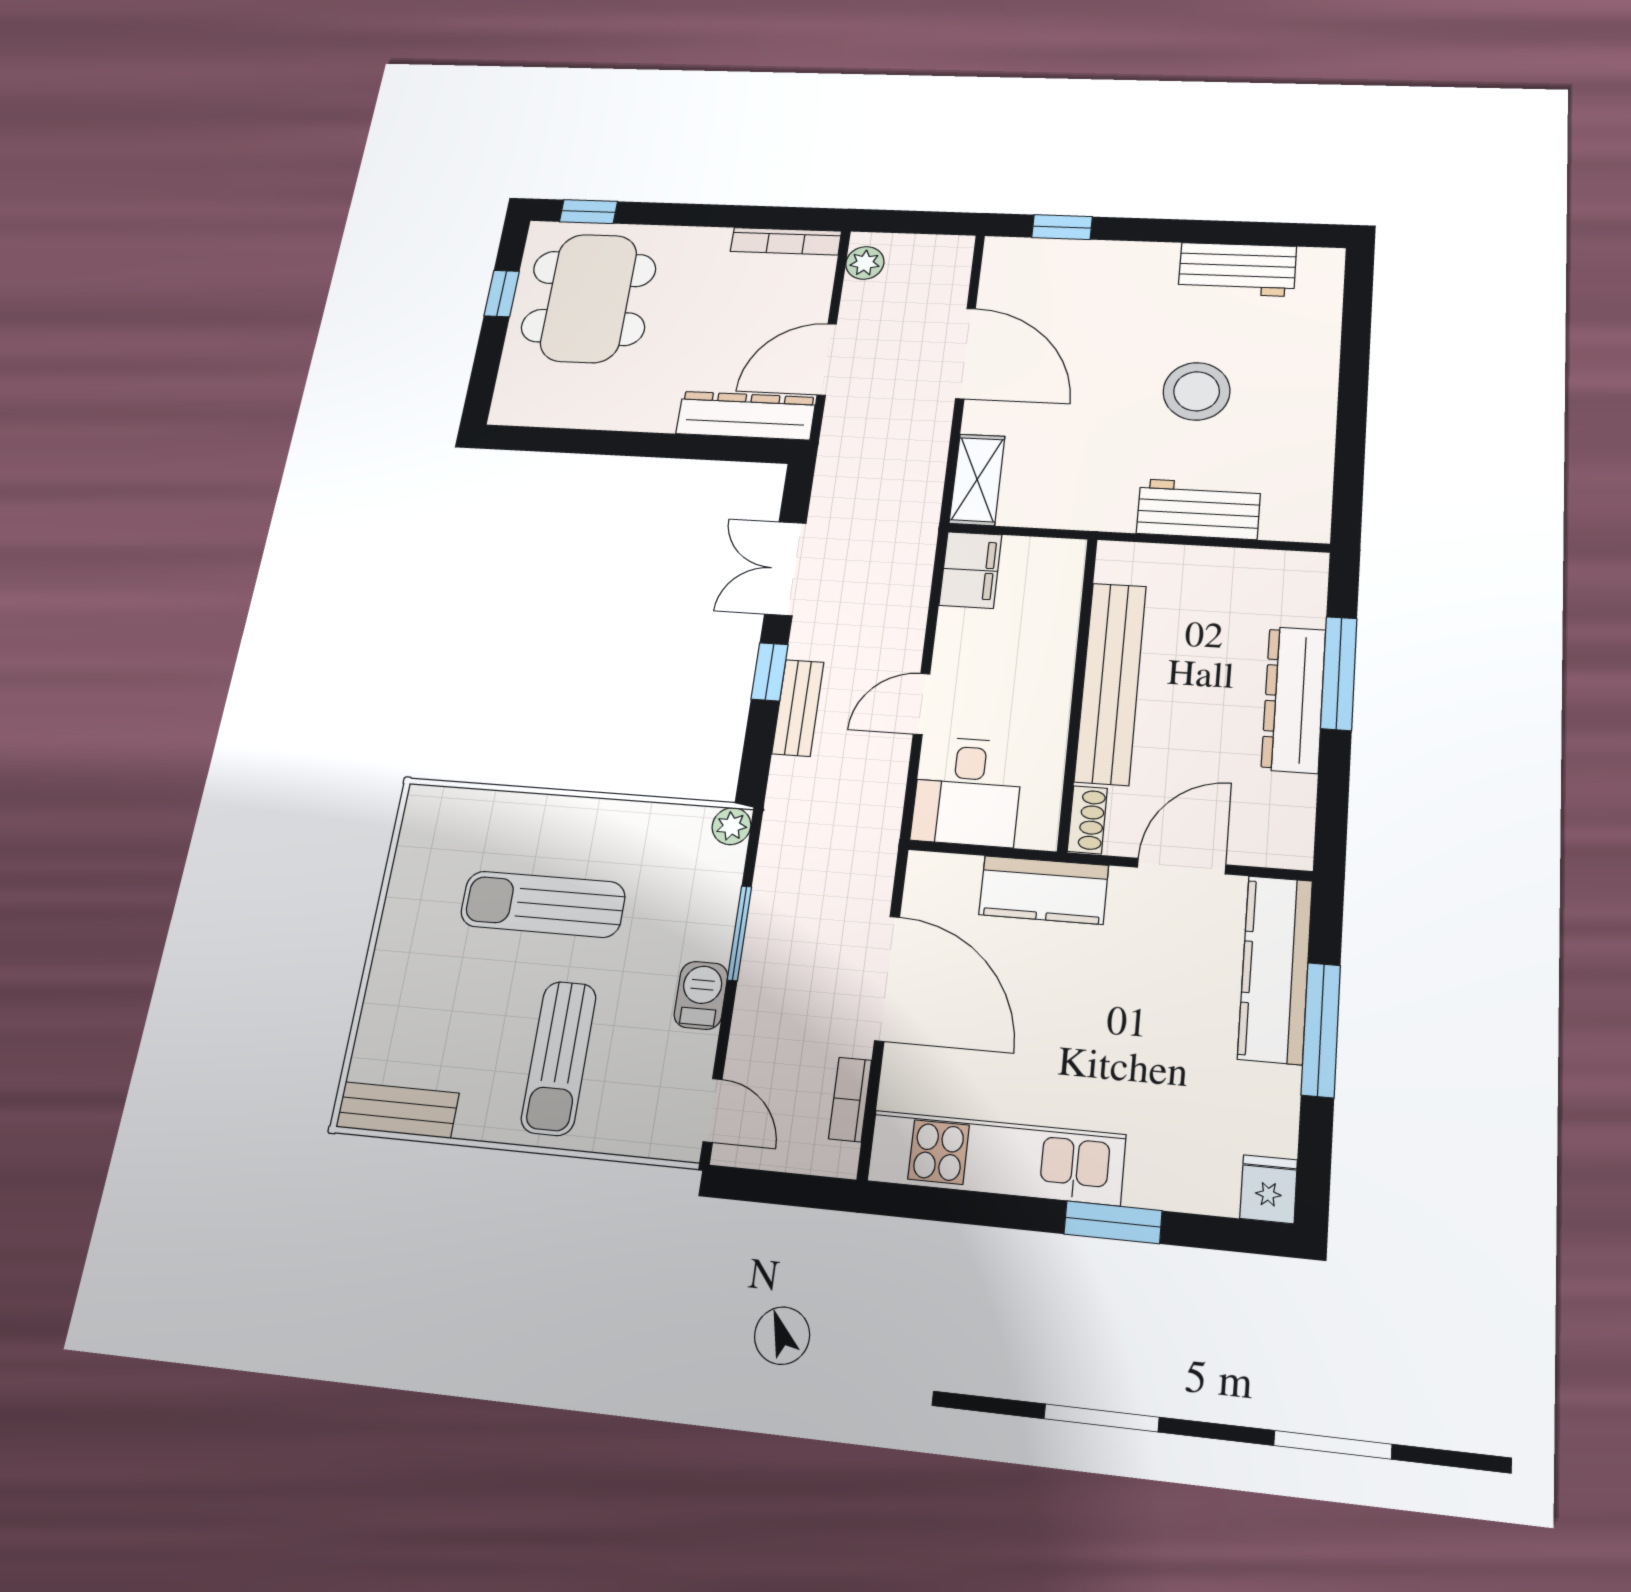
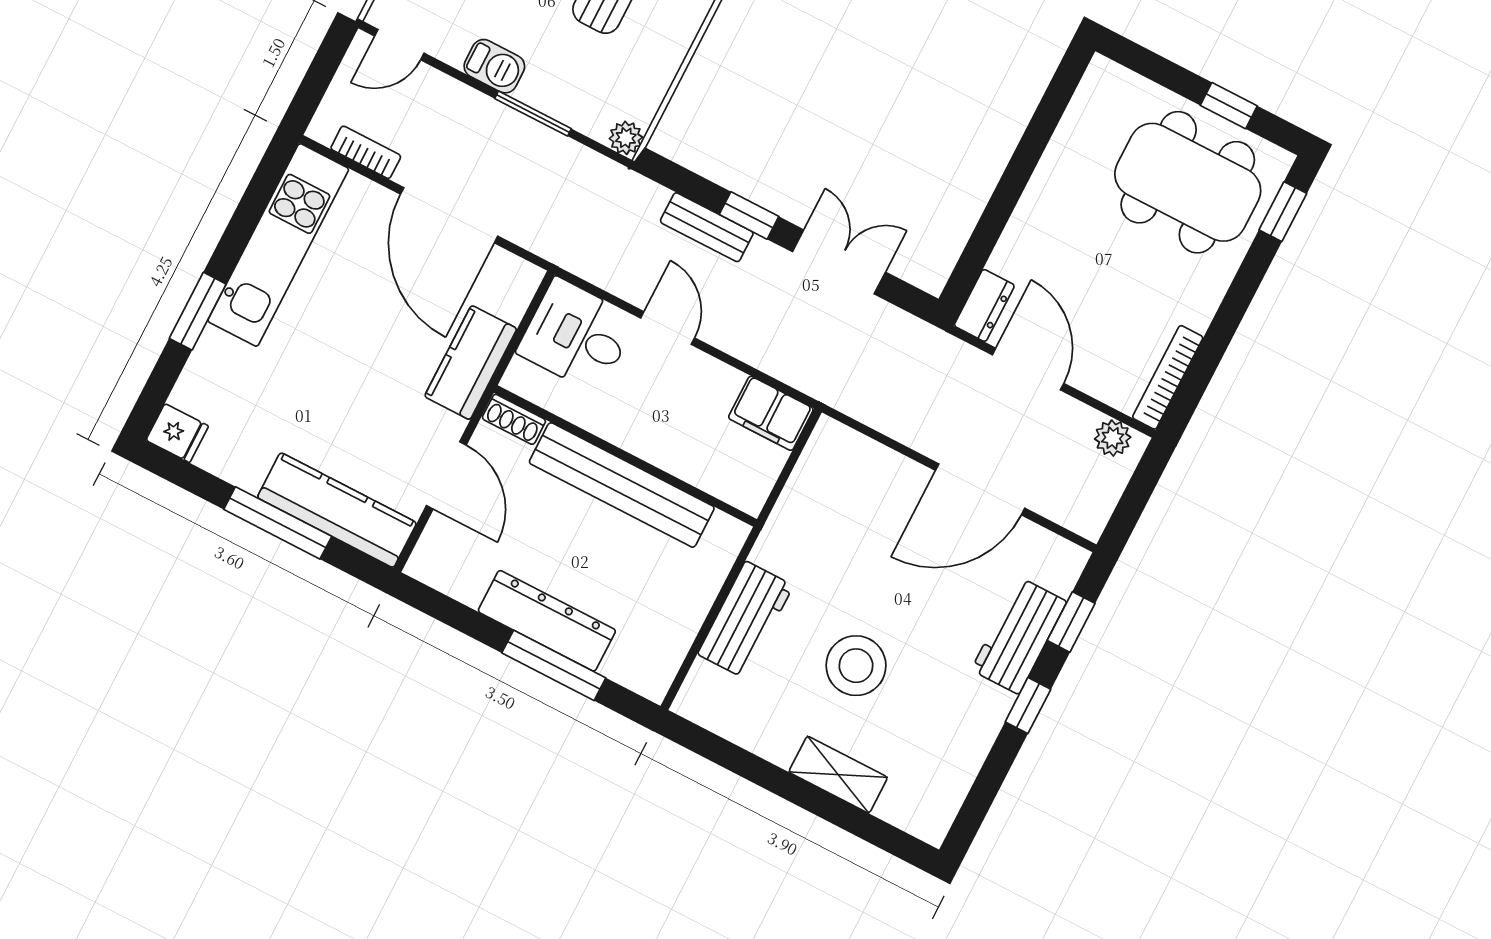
window: (1163, 230) -> (1028, 706), added
workbench: (1237, 269) -> (1019, 636), moved
dresser: (746, 416) -> (984, 305), width x0.51, depth x0.80
shelving: (977, 480) -> (838, 775), moved
door: (887, 978) -> (449, 215), hinge flipped

